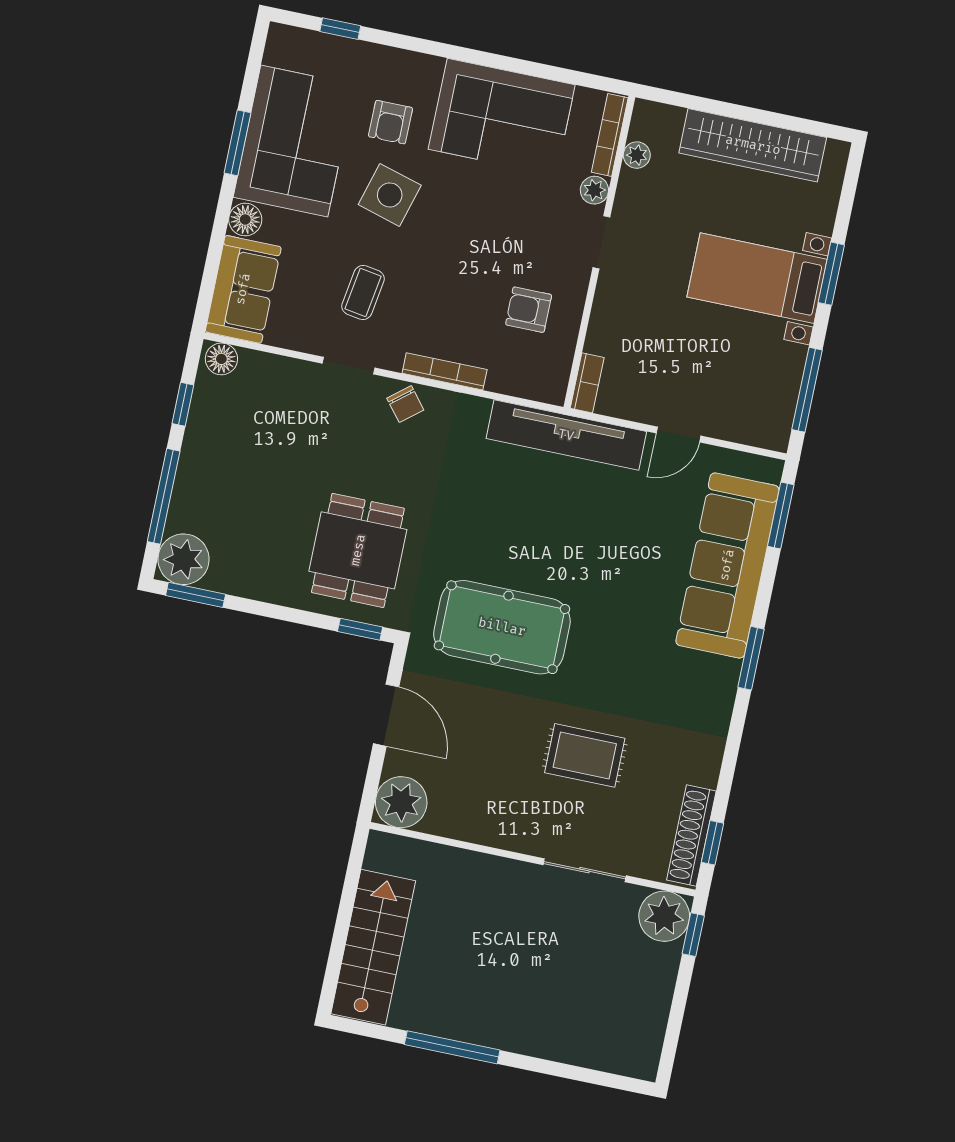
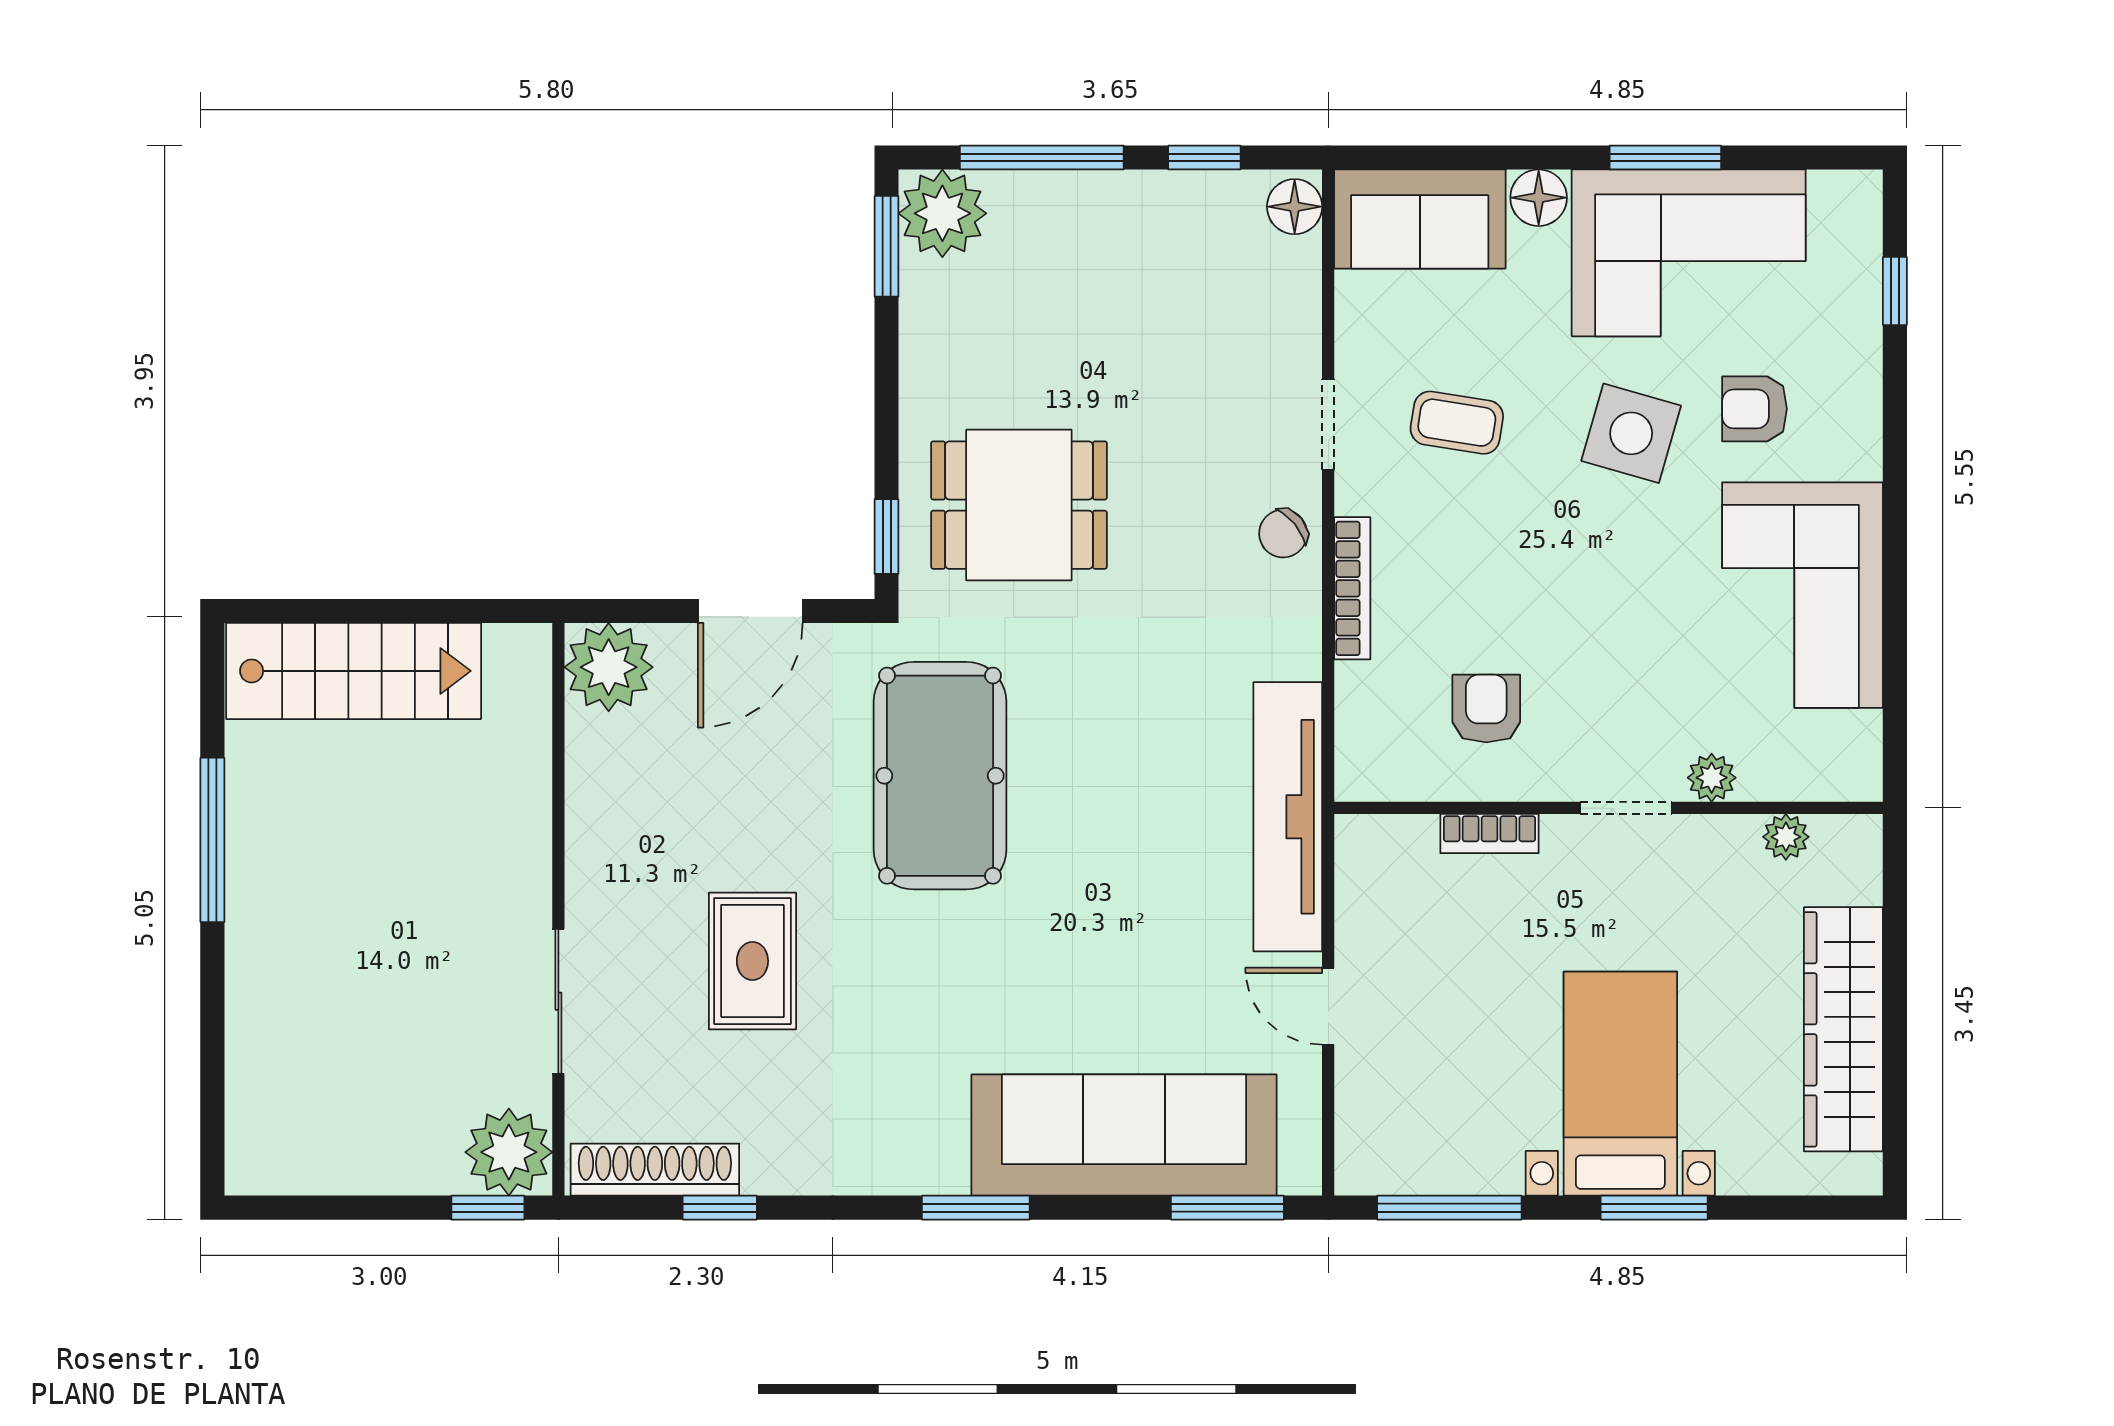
bookcase: (610, 135) -> (1810, 784), removed
bookcase: (587, 383) -> (1490, 833), moved
window: (712, 843) -> (720, 1208), moved

